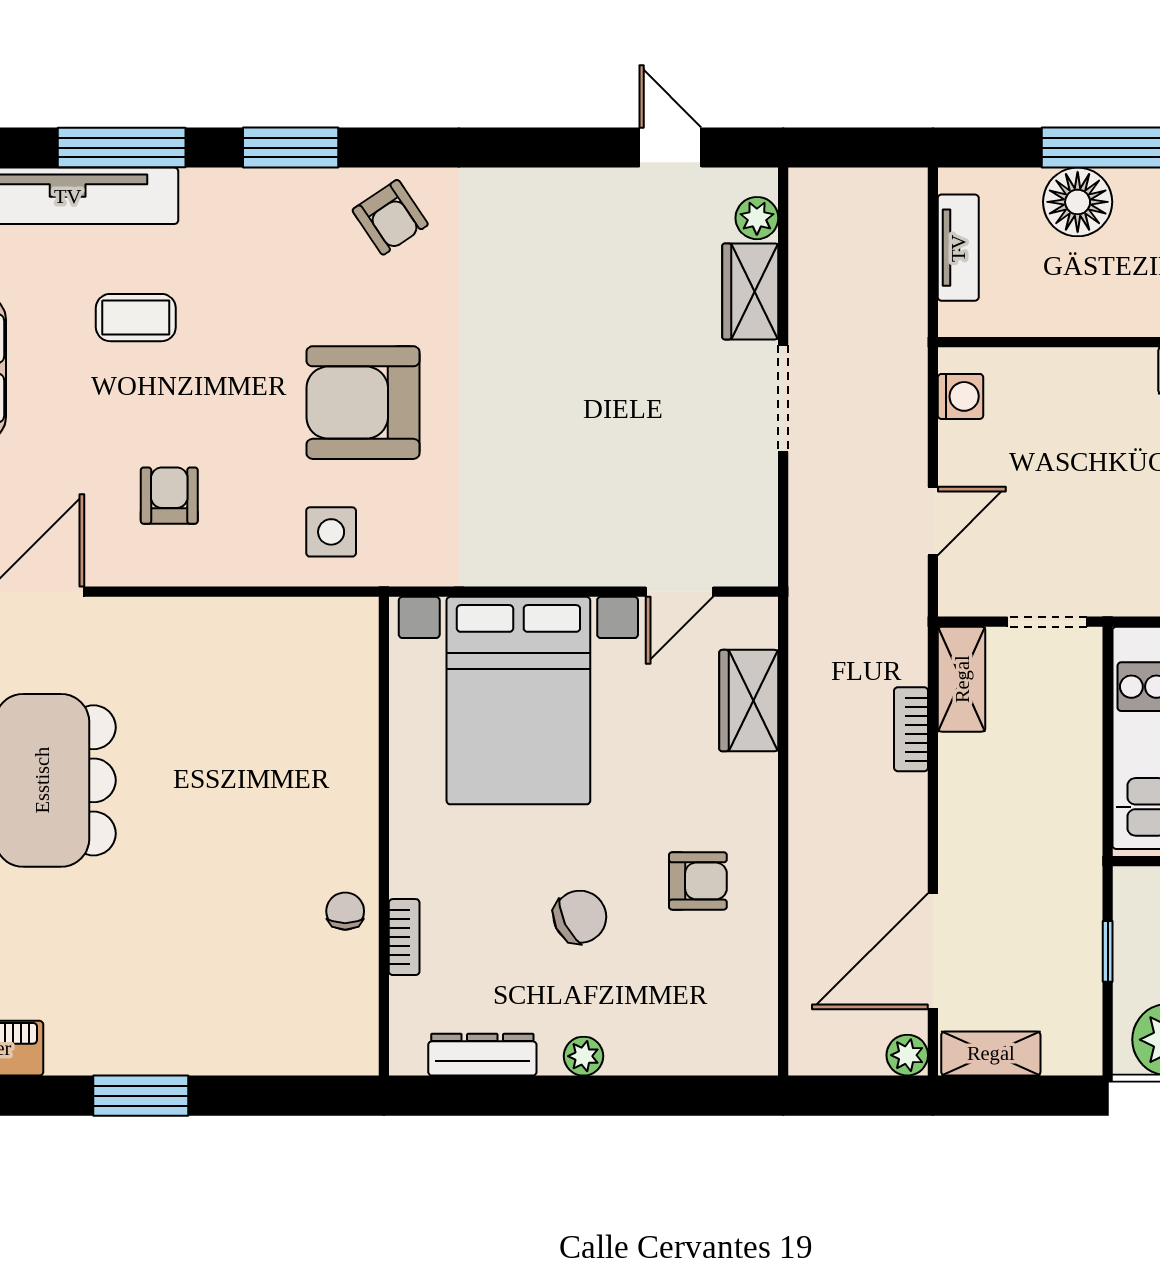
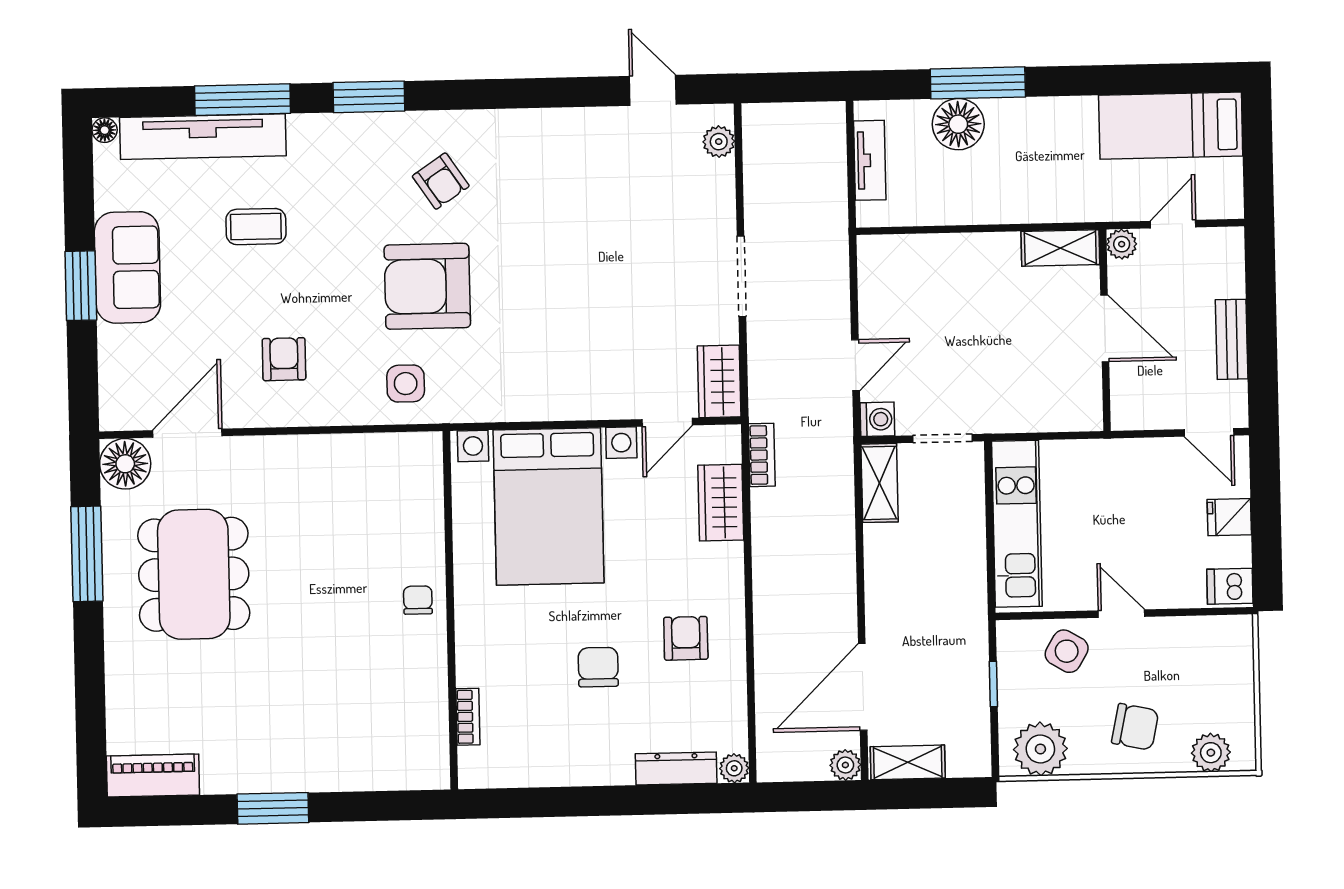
armchair: (390, 217) -> (441, 181), moved
wardrobe: (750, 291) -> (719, 381), moved
washing machine: (961, 396) -> (877, 419), moved
bookcase: (911, 729) -> (762, 455), moved, turned 180
armchair: (698, 881) -> (686, 638), turned -90
chair: (345, 911) -> (418, 600), moved
chair: (580, 917) -> (598, 667), turned -64
bookcase: (404, 937) -> (468, 717), moved
dresser: (482, 1055) -> (676, 768), moved
plant: (584, 1056) -> (734, 768), moved

